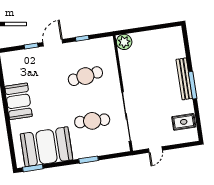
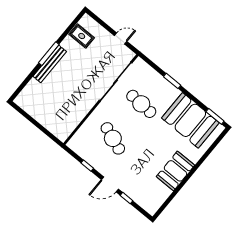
plant: (124, 42) -> (62, 132), removed
cafe table: (85, 76) -> (113, 138), turned 30

